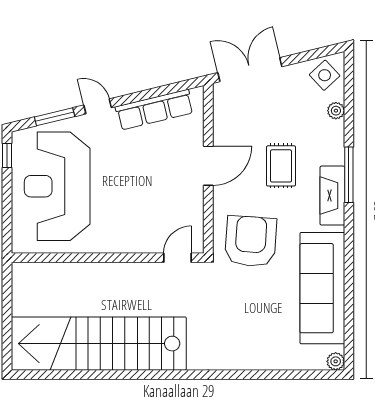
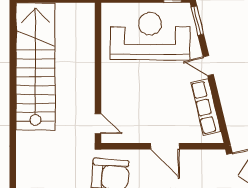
door: (98, 106) -> (208, 66), swing flipped
window: (55, 117) -> (197, 21), moved

